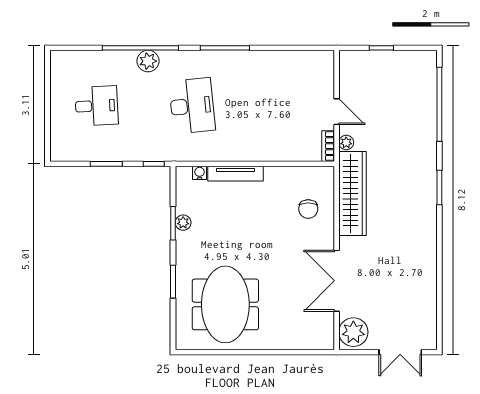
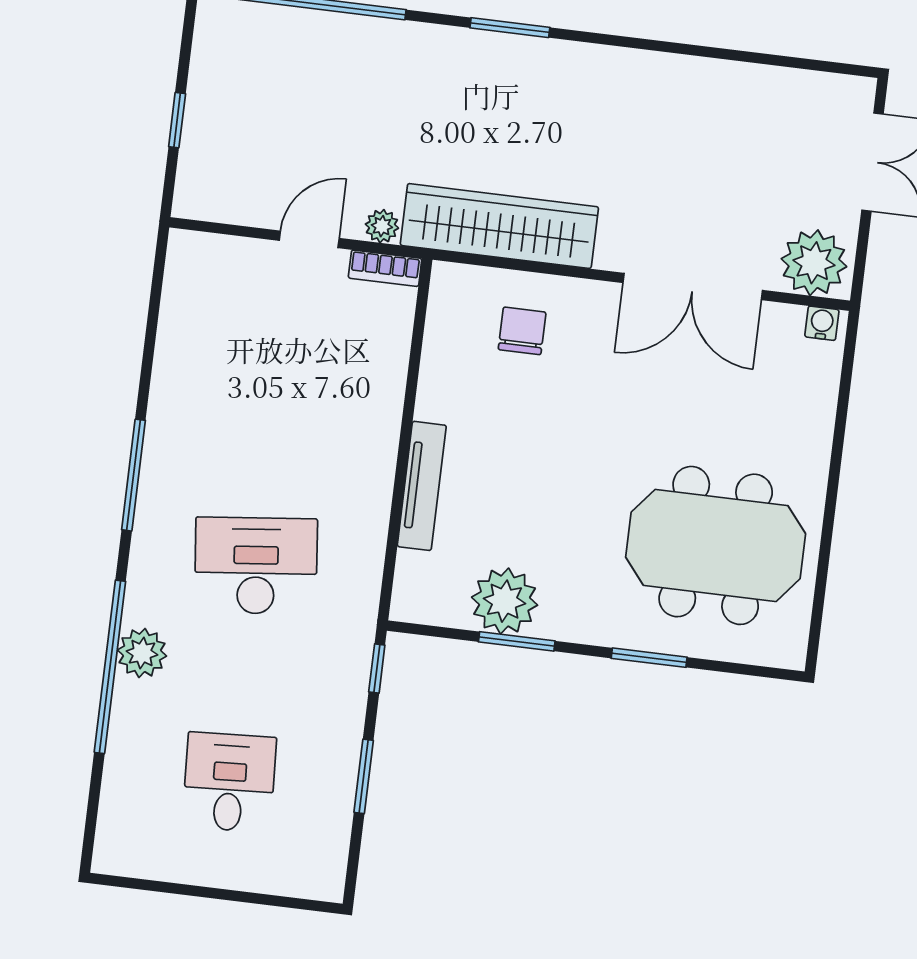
water cooler: (200, 173) -> (822, 323), moved, turned 90
chair: (308, 209) -> (522, 331), turned -90
plant: (183, 223) -> (505, 601), width x1.87, depth x1.87

